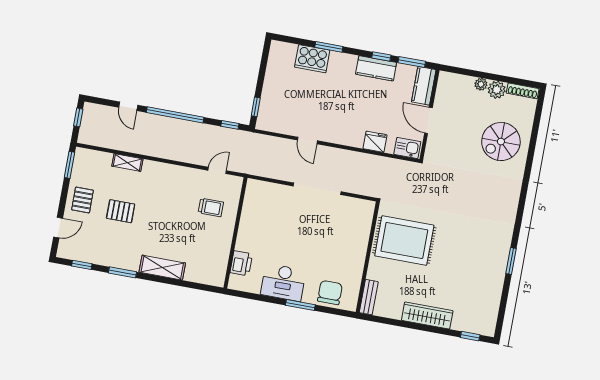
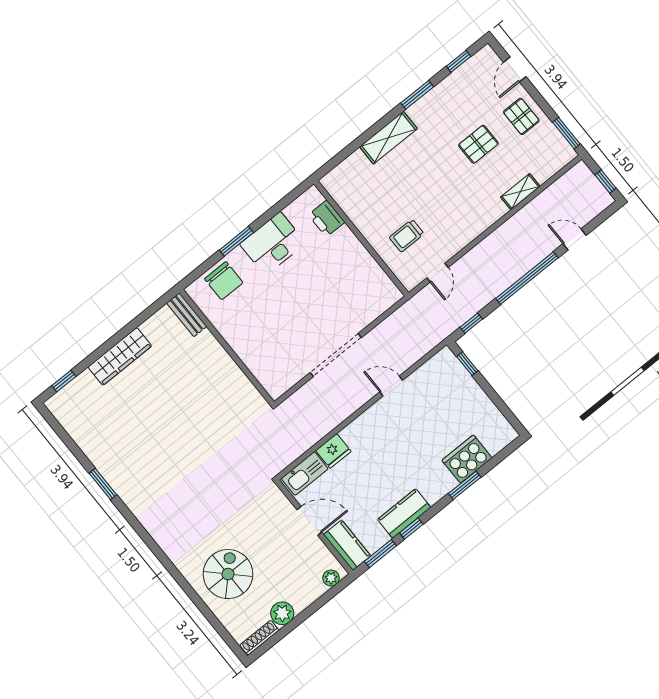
plant: (481, 84) -> (331, 578), moved
kitchen sink: (407, 148) -> (305, 474), width x1.38
rug: (404, 240) -> (212, 397), removed

